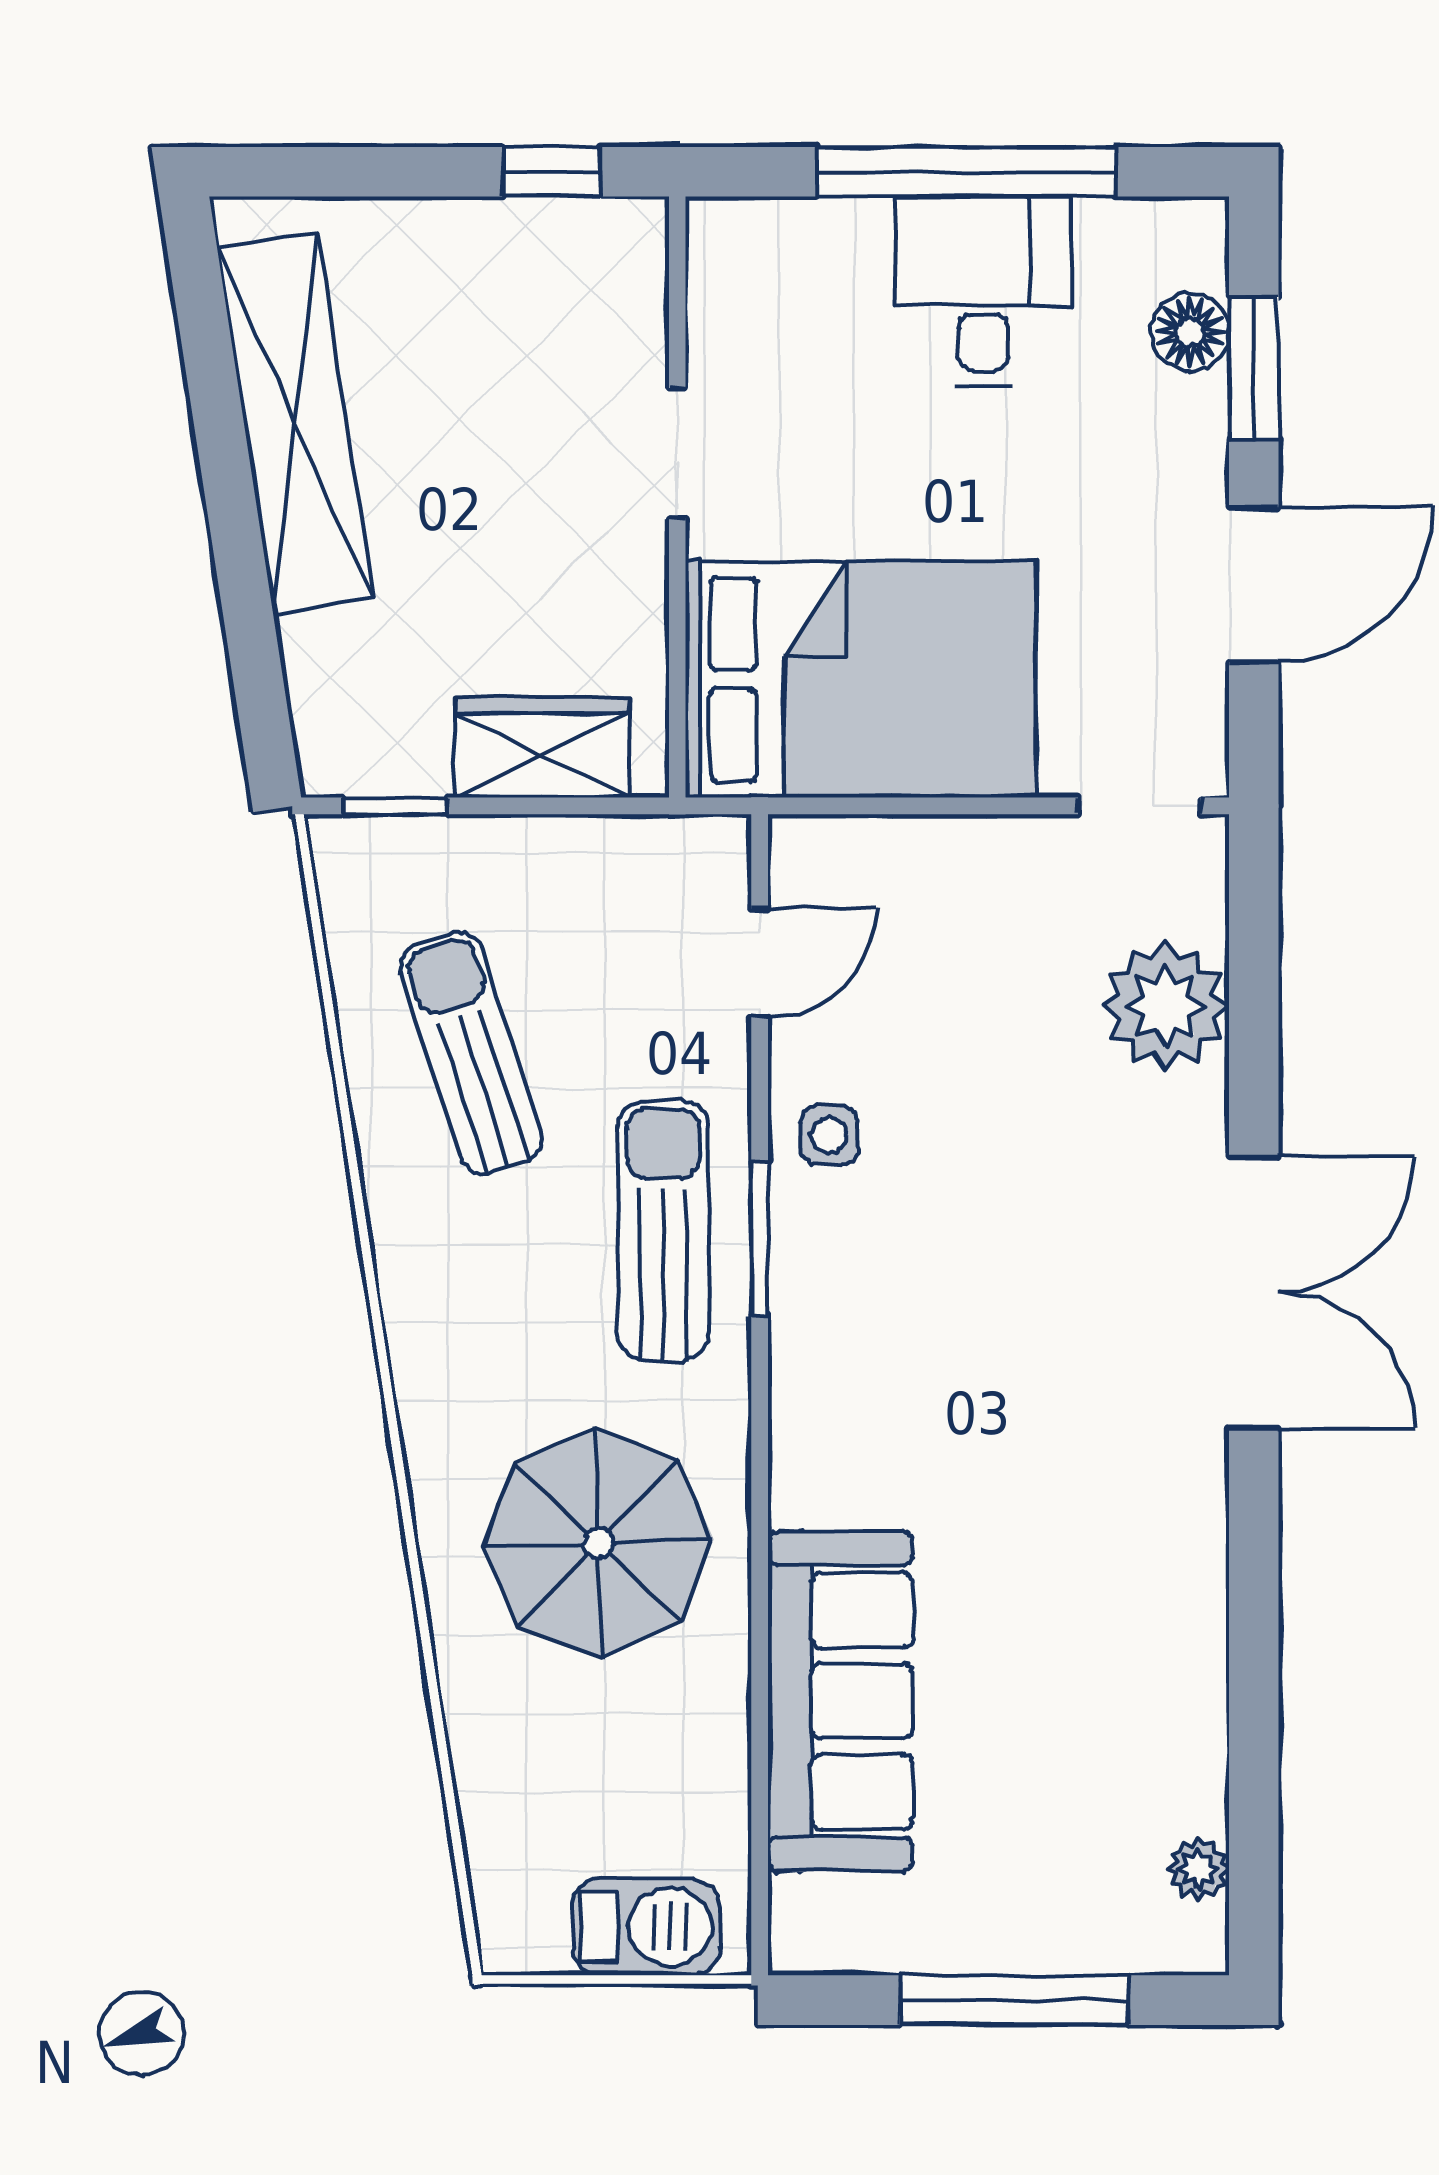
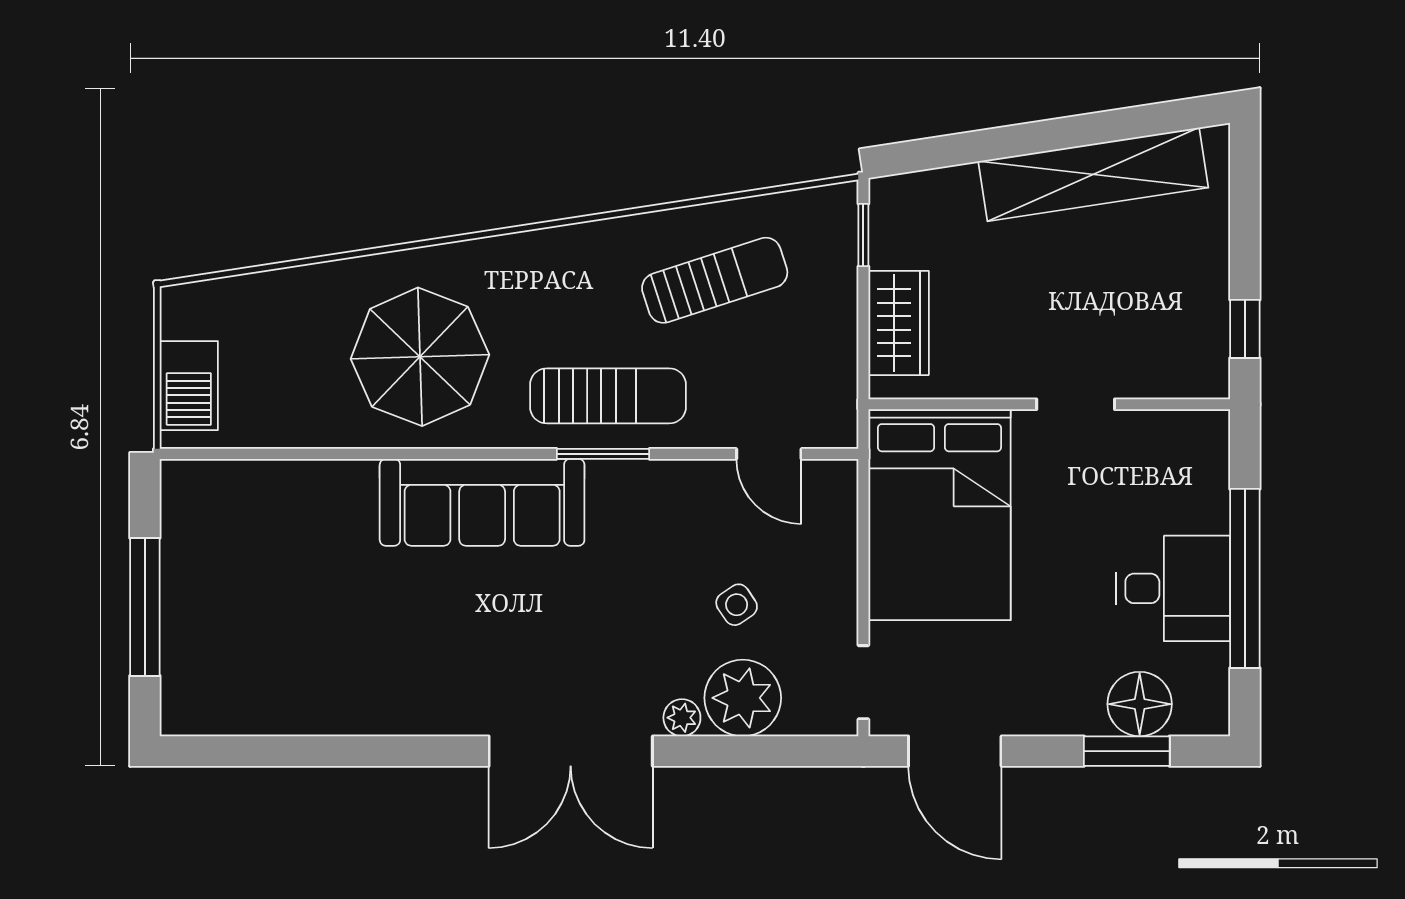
floor lamp: (1190, 332) -> (1140, 704), width x1.38, depth x1.38
door: (1254, 585) -> (955, 751), moved
side table: (829, 1135) -> (737, 605), moved, turned -34
sofa: (840, 1701) -> (482, 502), moved
plant: (1198, 1869) -> (682, 718), moved

